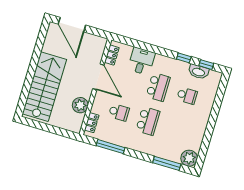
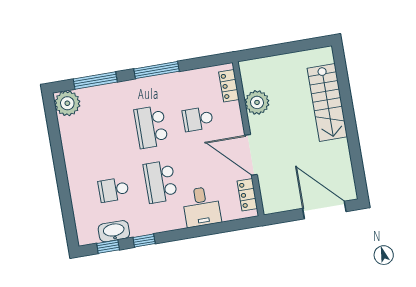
stairs: (44, 87) -> (327, 103), width x0.73, depth x0.66
window: (110, 147) -> (156, 70), moved

